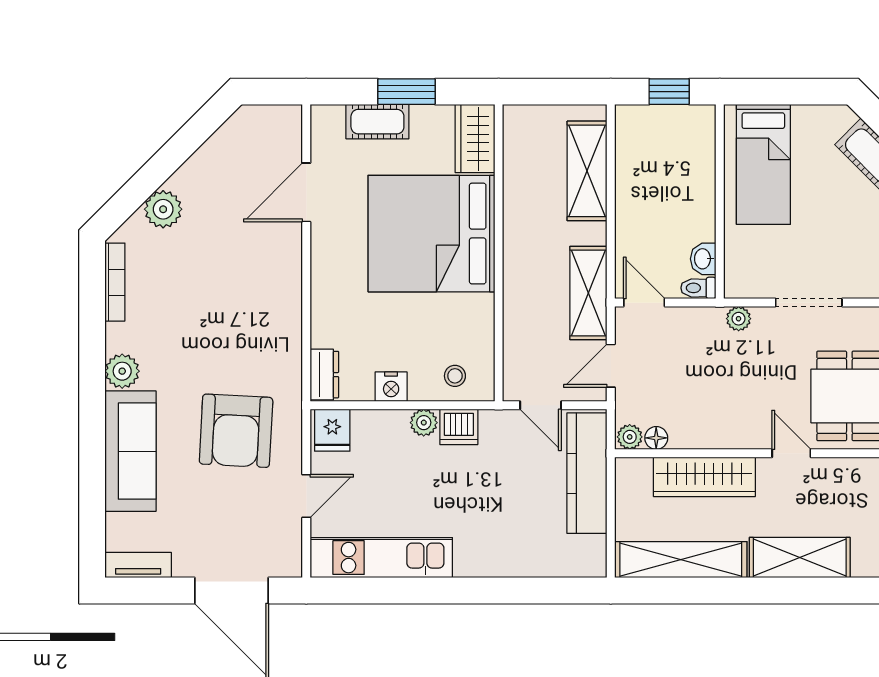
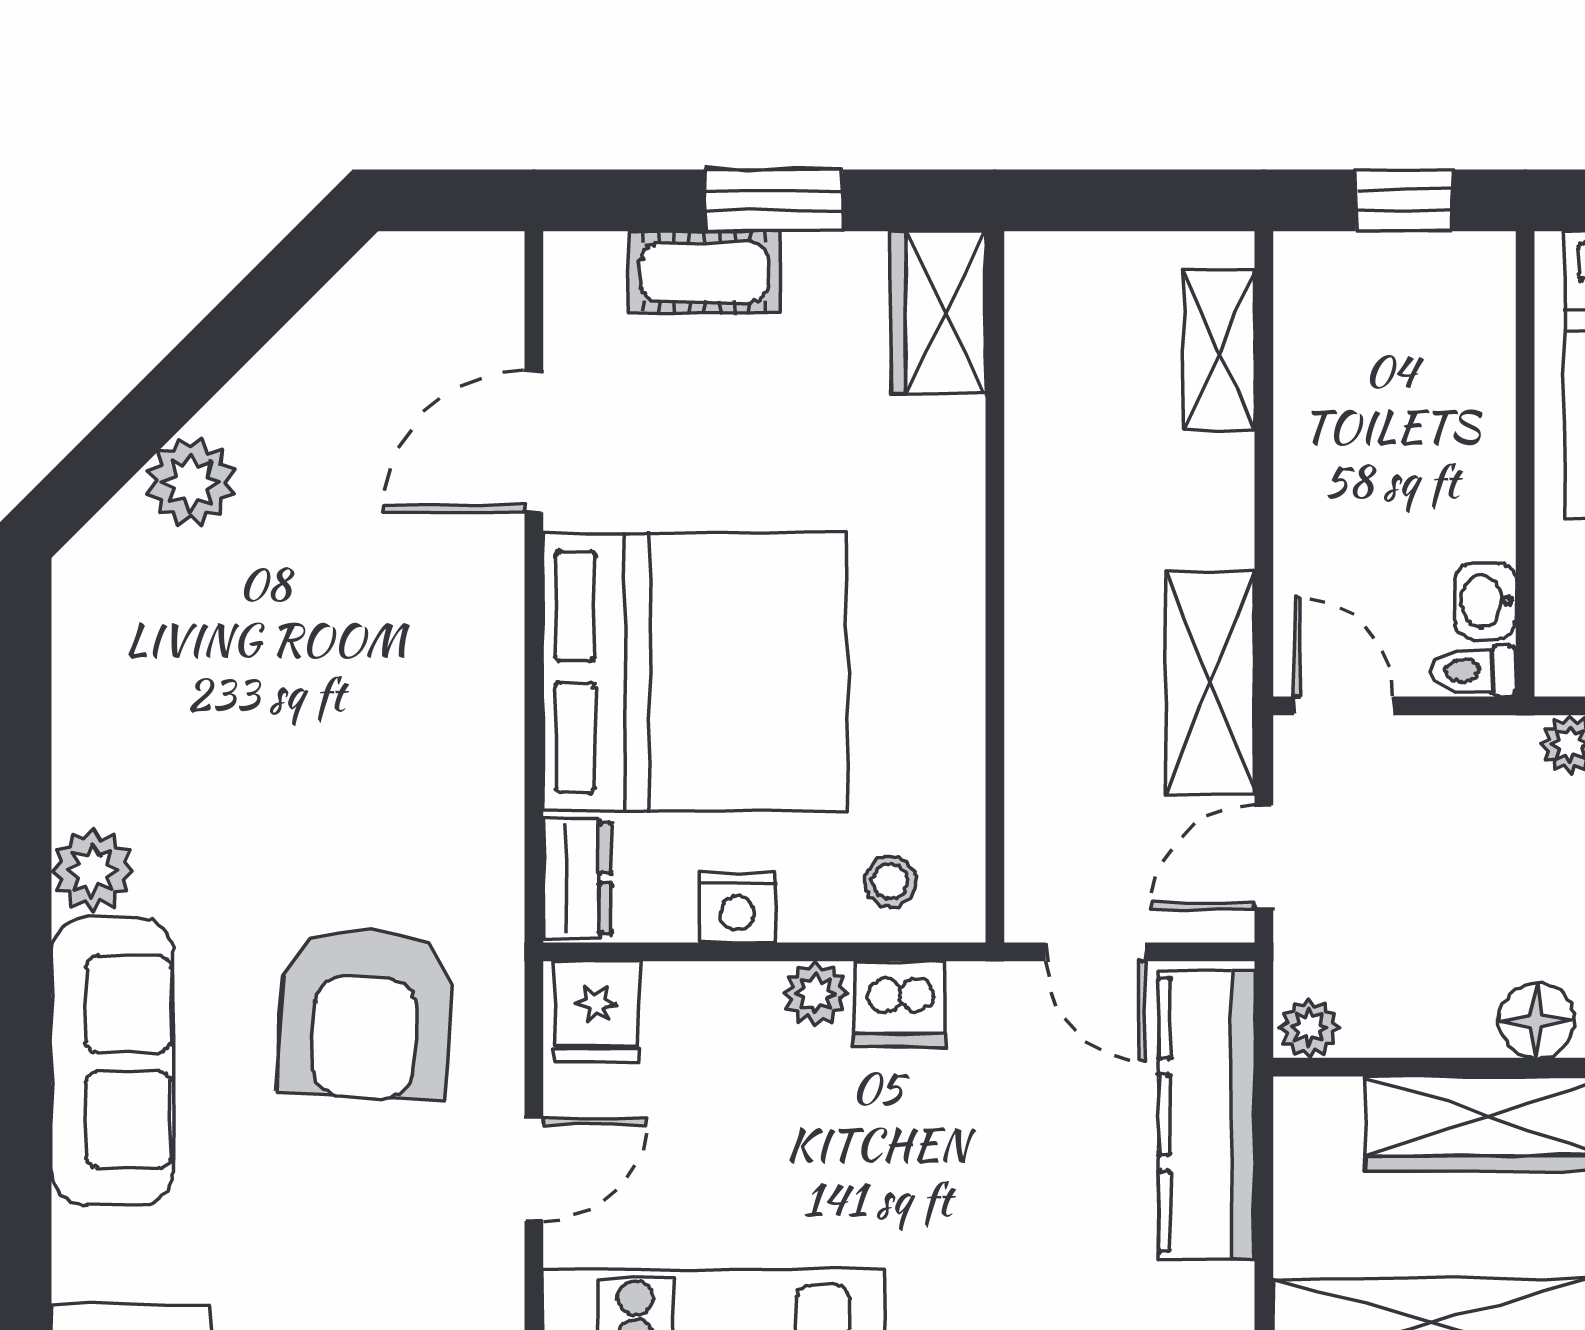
shelving: (587, 171) -> (1219, 350), width x0.67, depth x0.75
bed: (431, 234) -> (695, 672), moved, turned 180
bookcase: (115, 282) -> (75, 657), removed
floor lamp: (656, 438) -> (1536, 1020), moved, width x1.37, depth x1.37

